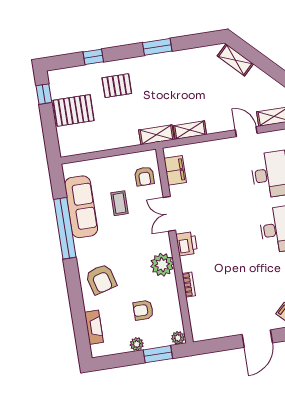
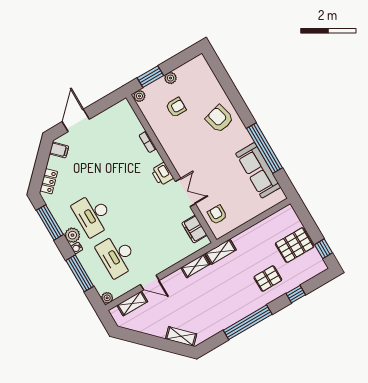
window: (157, 47) -> (248, 322), width x2.11
coffee table: (119, 203) -> (229, 185), removed
plant: (162, 265) -> (175, 150), removed
fireplace: (94, 327) -> (210, 78), removed

